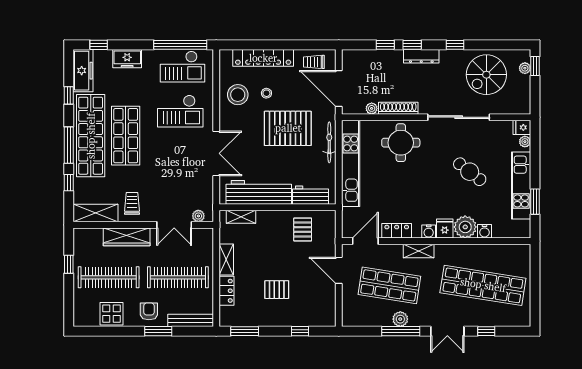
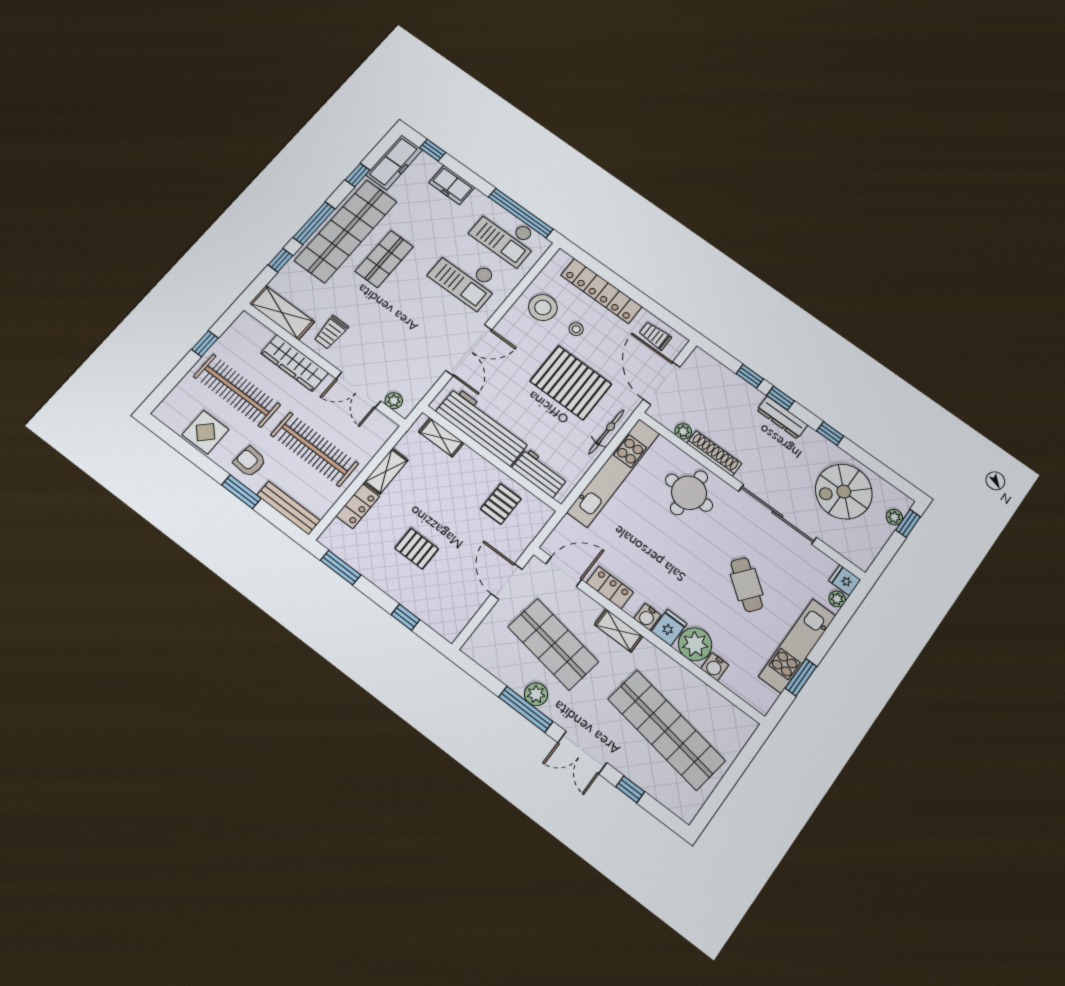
shop shelf: (126, 136) -> (384, 259), width x0.70, depth x0.74
trolley: (132, 203) -> (331, 333), turned 180
armchair: (149, 311) -> (250, 462), turned -85

